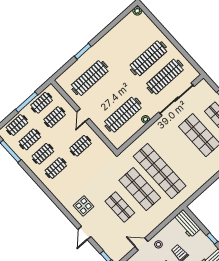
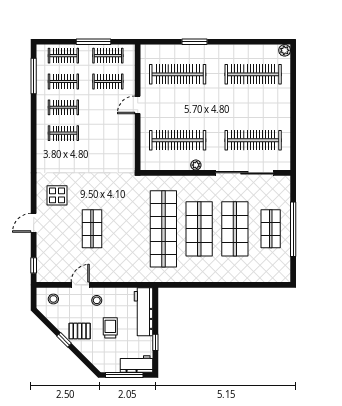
clothes rail: (148, 58) -> (253, 74), moved
clothes rail: (81, 146) -> (108, 133), removed
shop shelf: (140, 189) -> (199, 229), moved
workbench: (187, 224) -> (143, 312), width x1.38
door: (141, 244) -> (80, 285), hinge flipped

